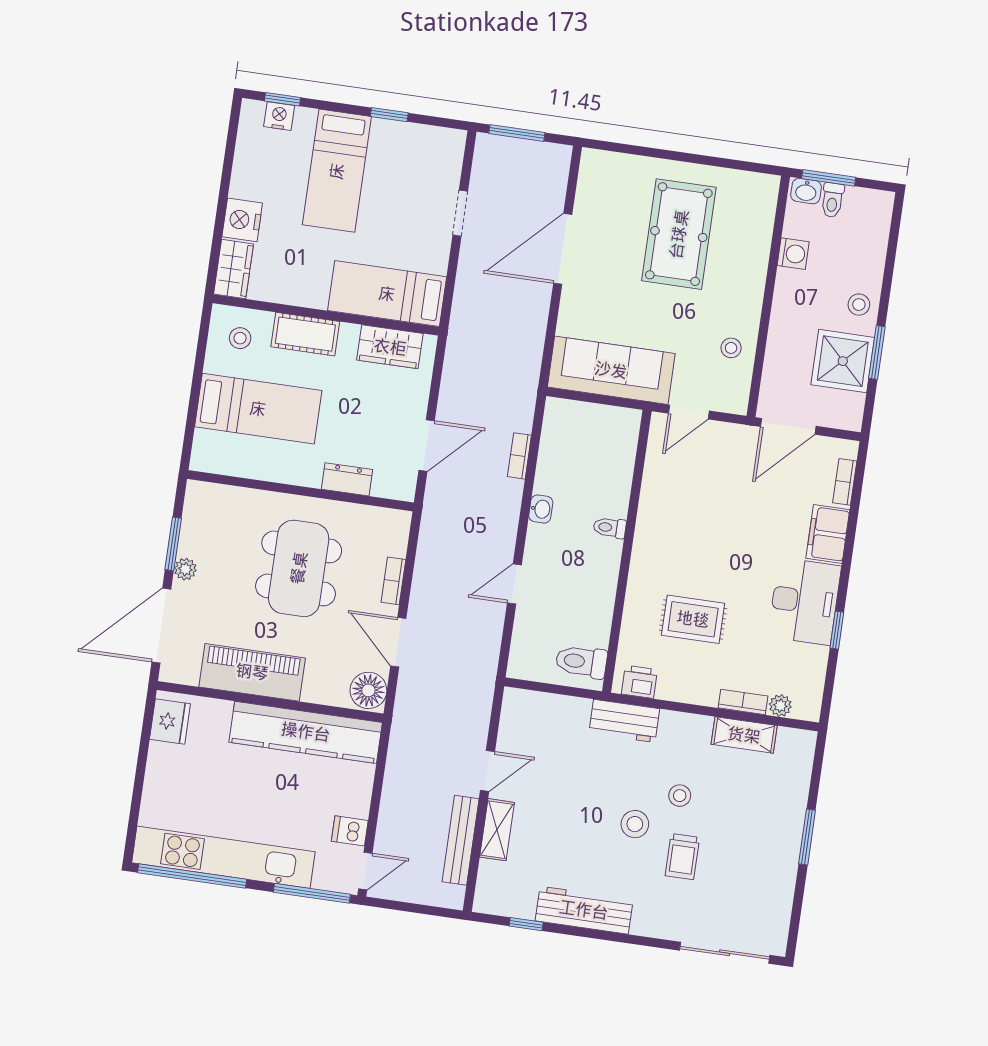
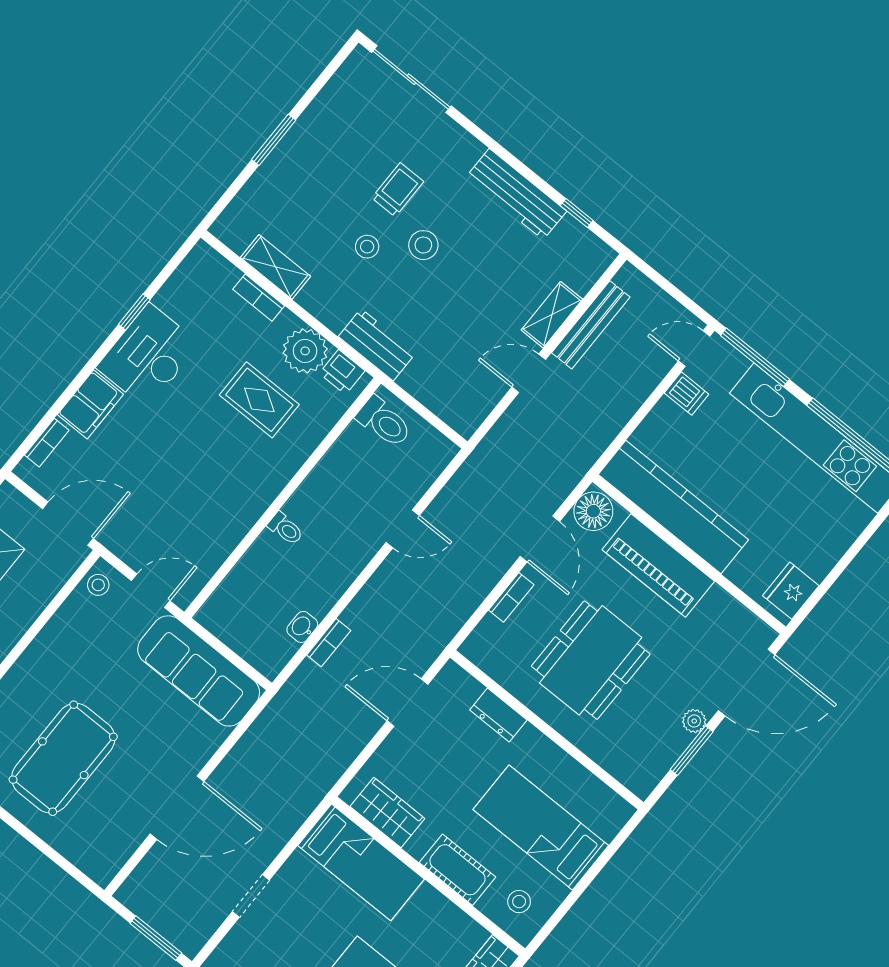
stool: (731, 348) -> (98, 585), moved
washbasin: (541, 509) -> (302, 627), moved
piano: (252, 672) -> (658, 565), moved
plant: (780, 706) -> (305, 351), moved, width x1.88, depth x1.88

